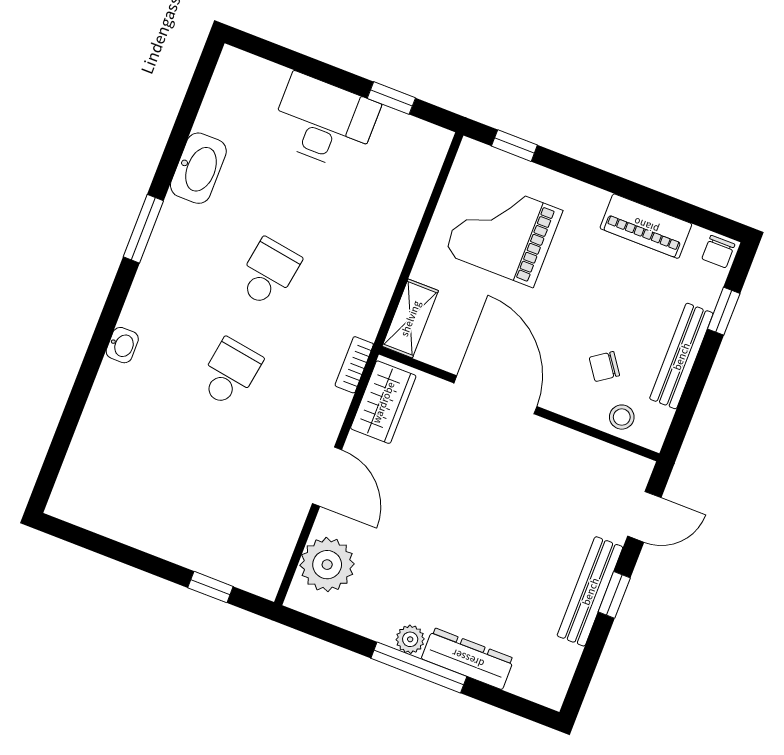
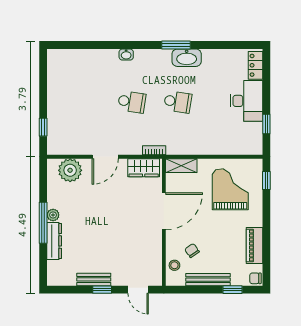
locker: (254, 72) -> (256, 65), added
washbasin: (198, 168) -> (187, 58), moved
bench: (590, 591) -> (94, 279), width x0.73

